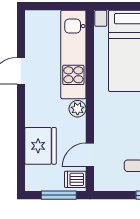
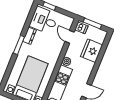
door: (90, 155) -> (70, 37), swing flipped

